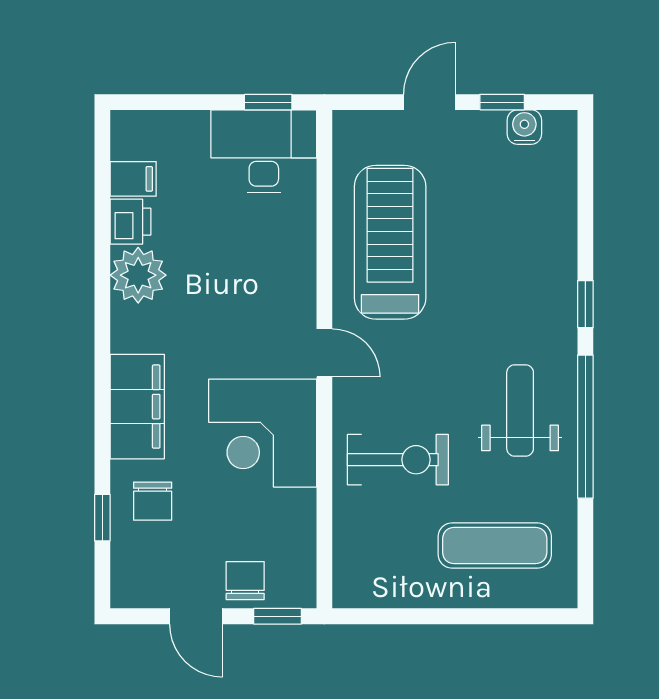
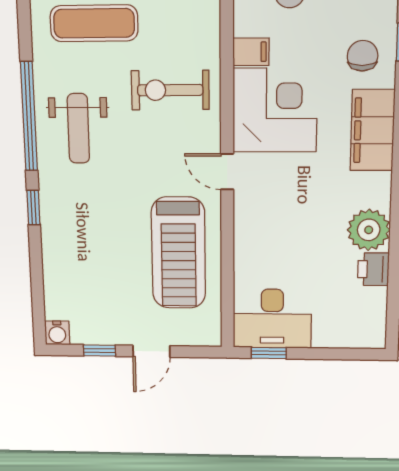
water cooler: (524, 127) -> (57, 333), moved
filing cabinet: (133, 179) -> (251, 52), moved, turned 180

